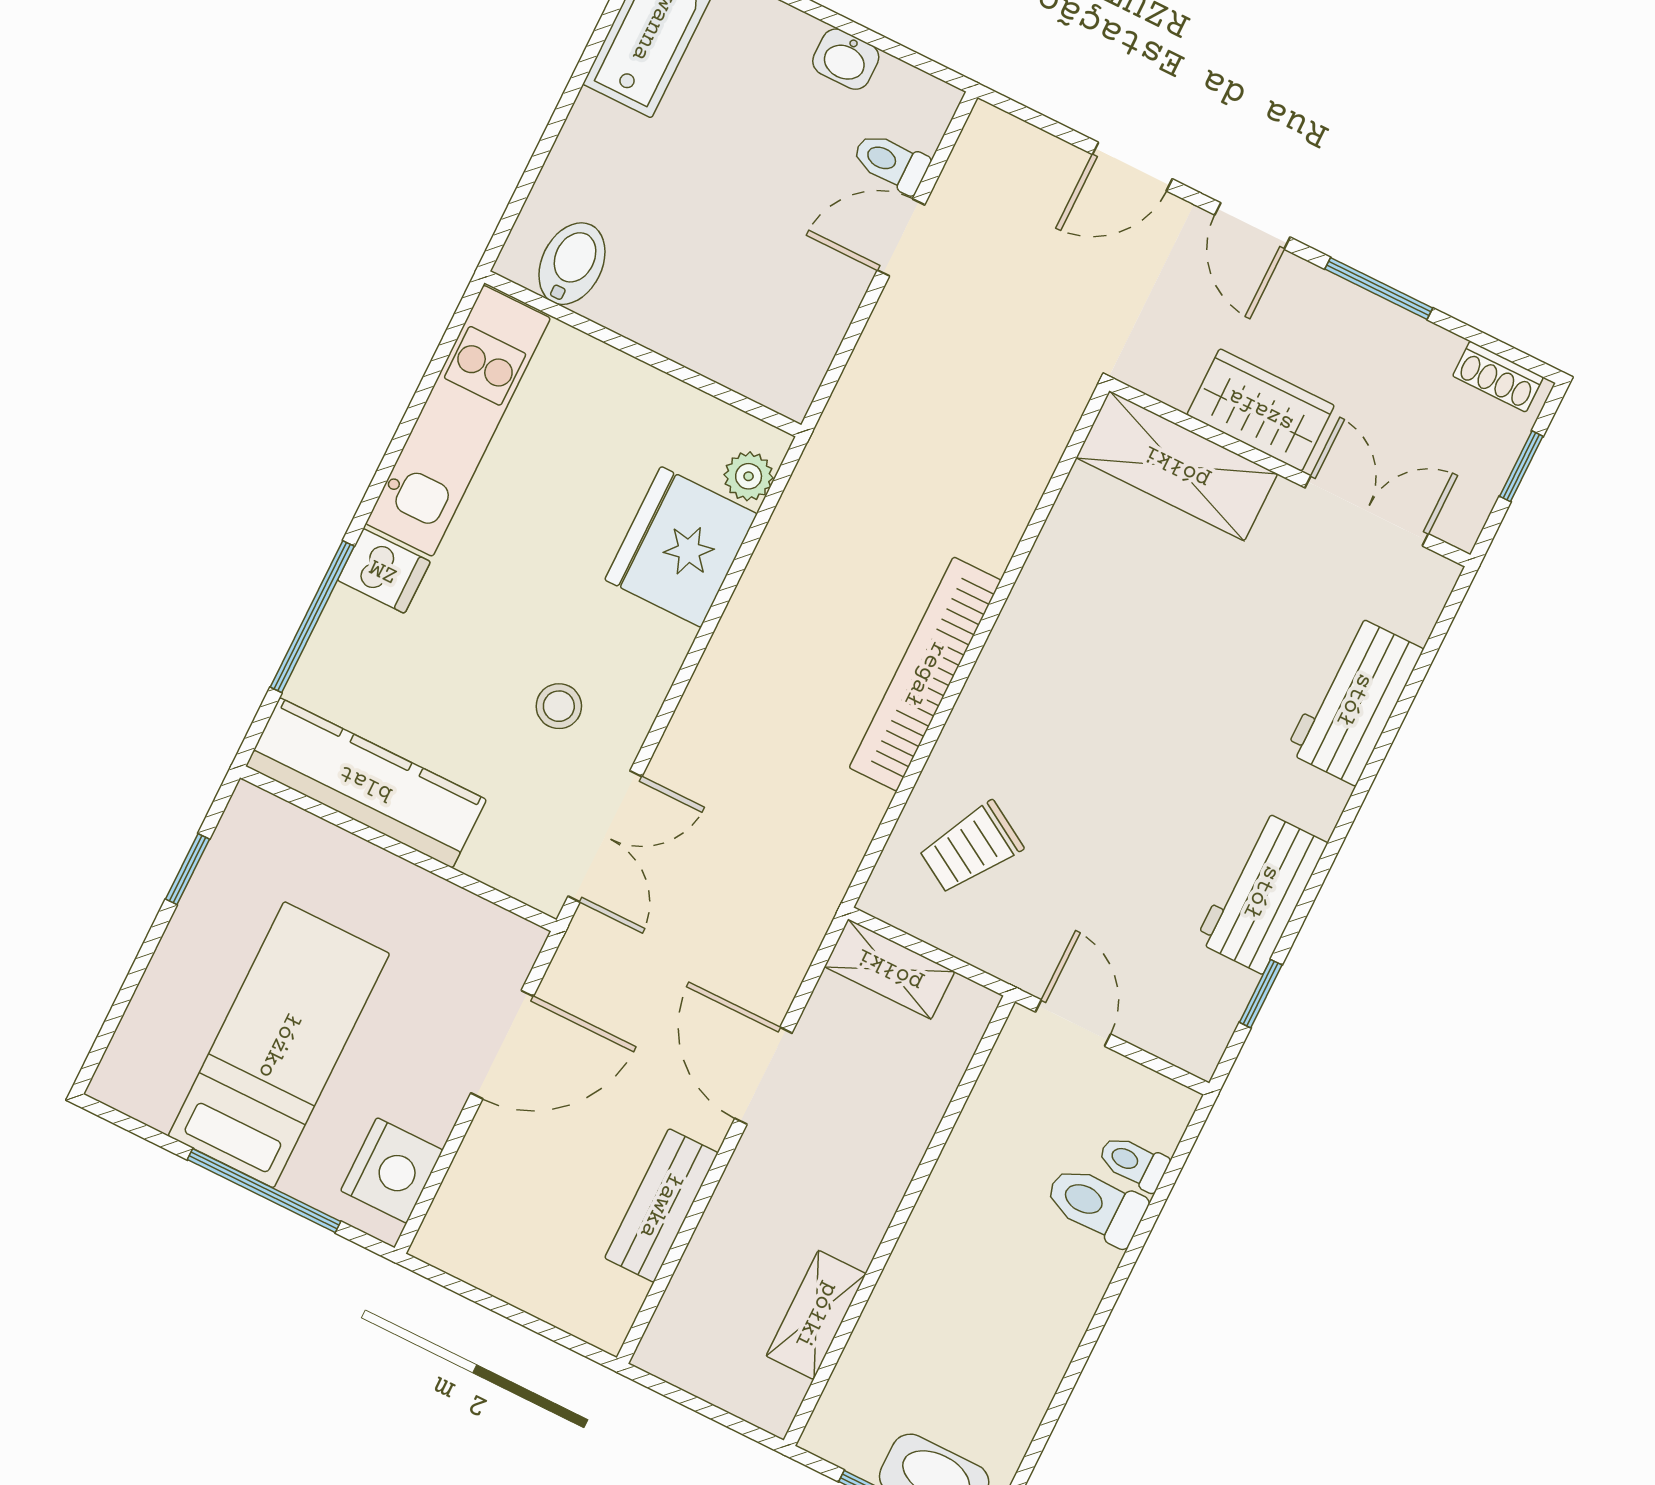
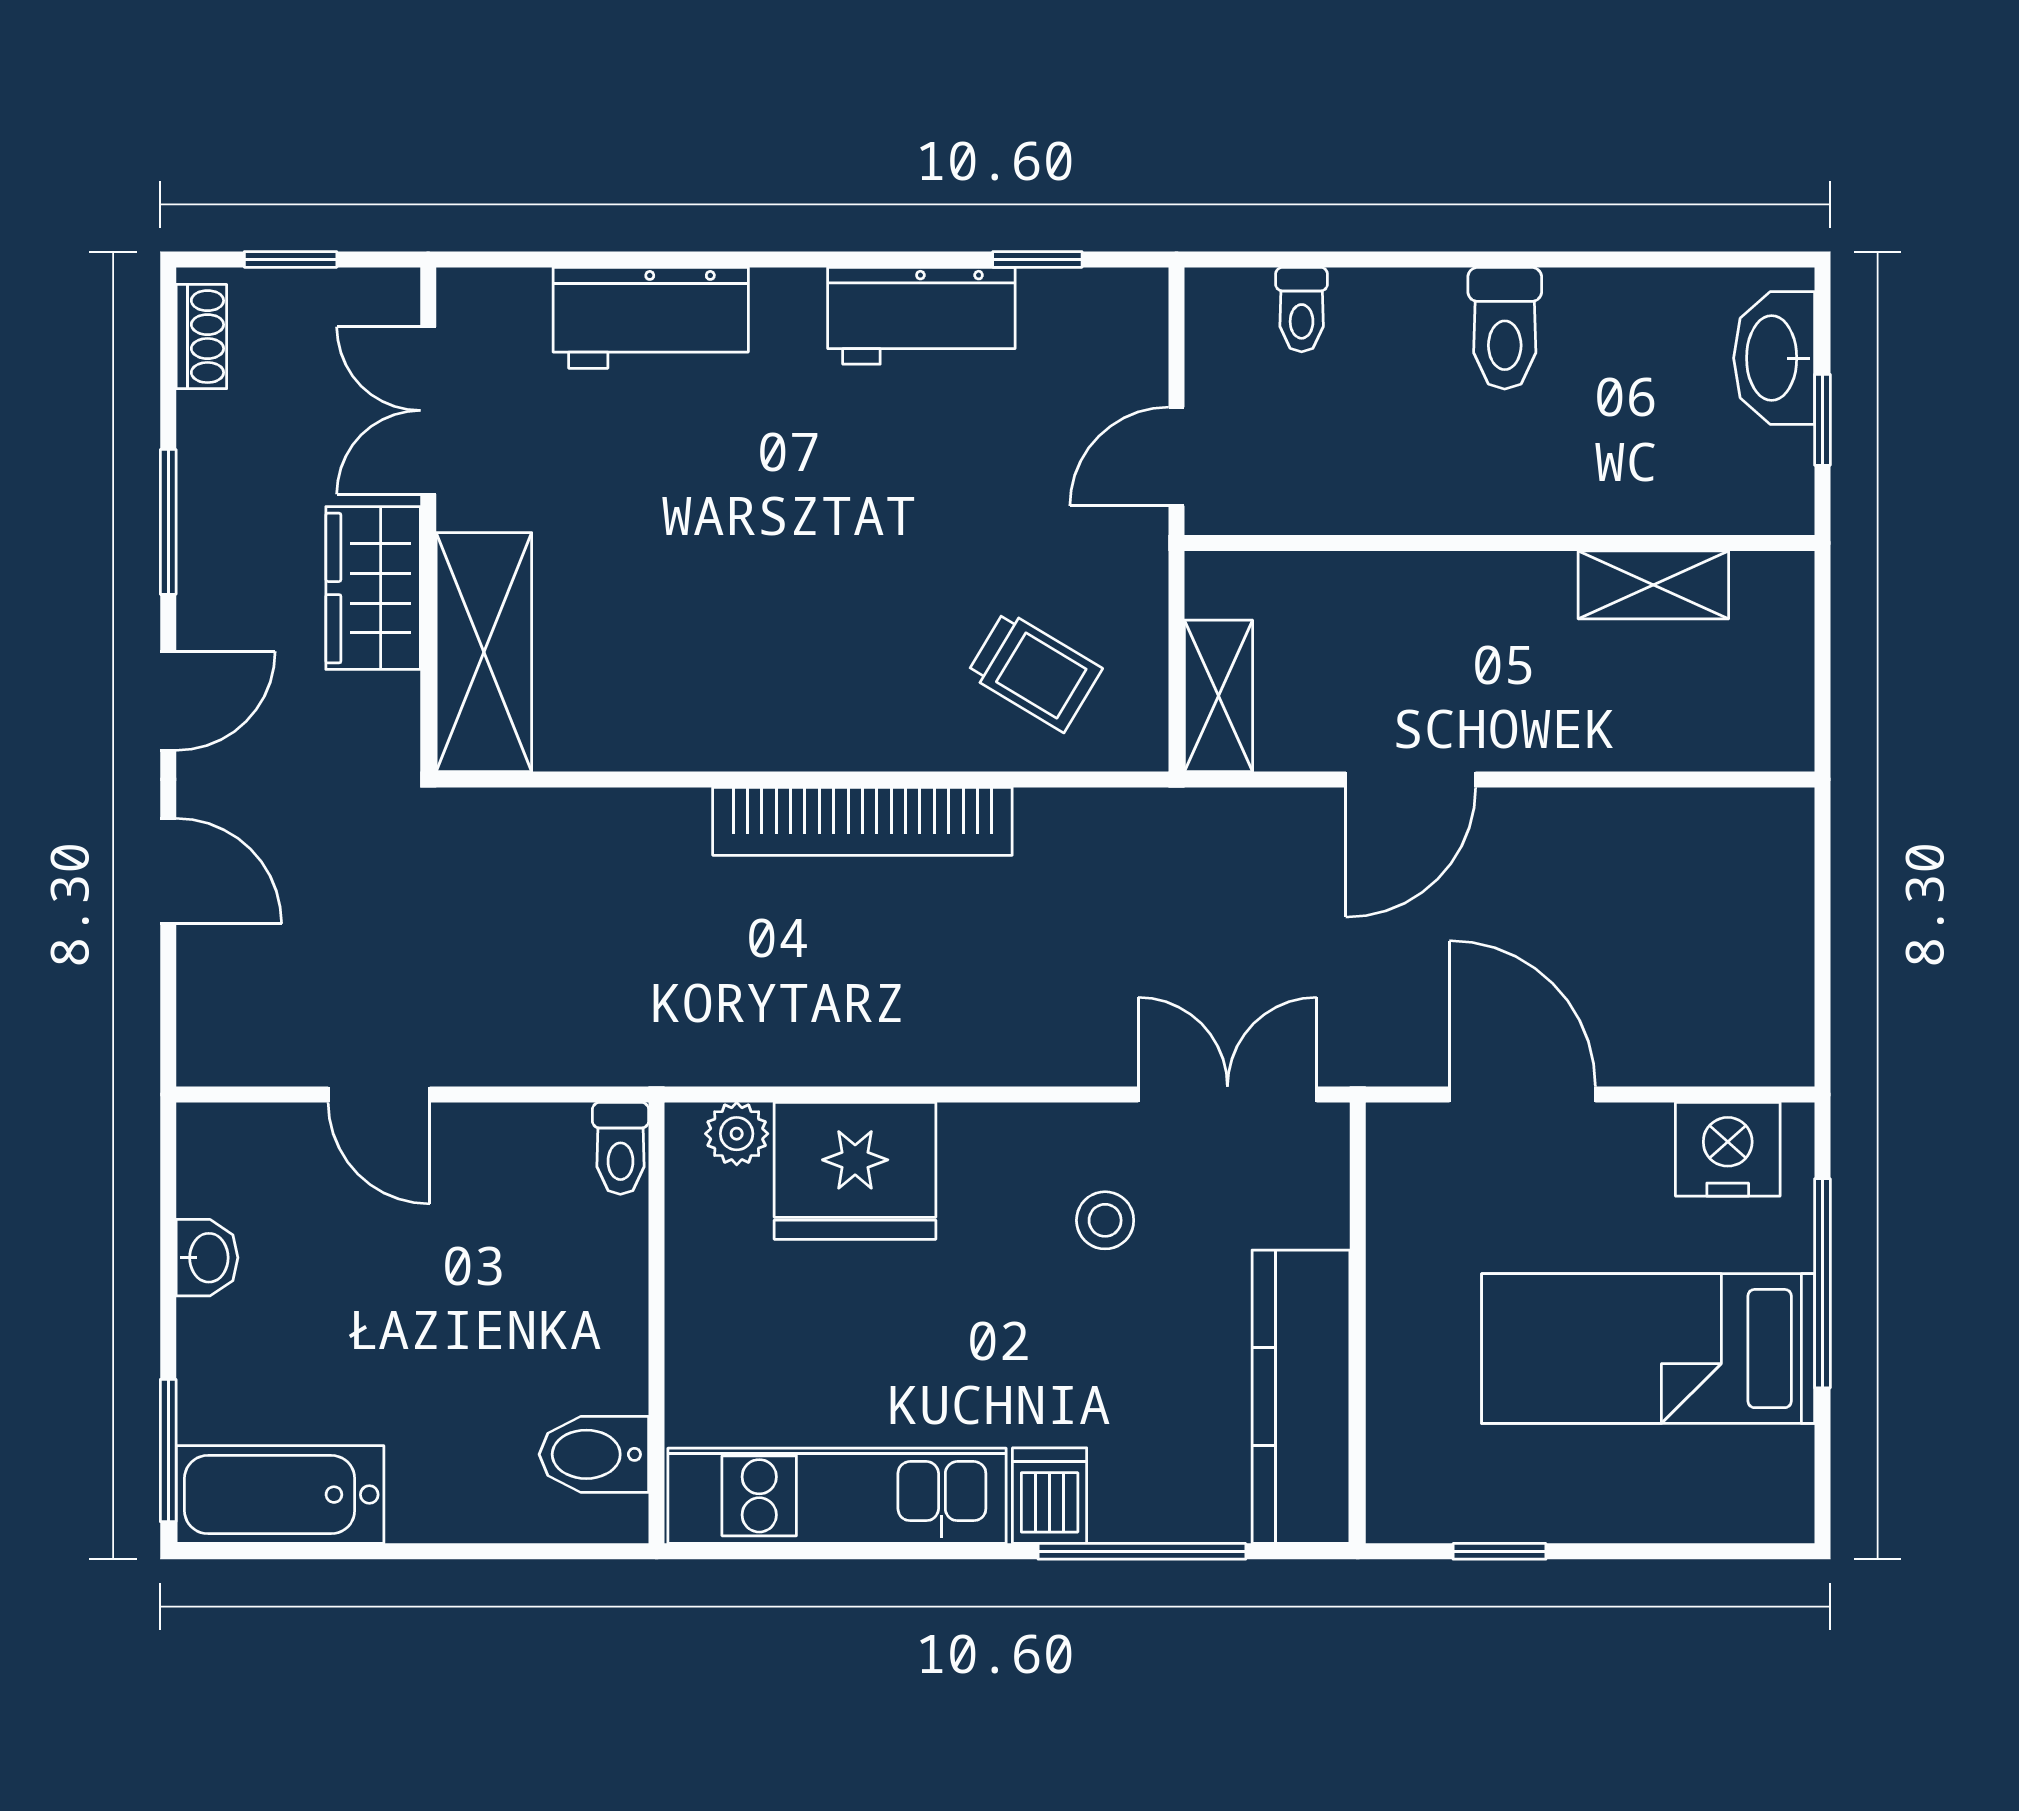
toilet: (891, 162) -> (620, 1148), moved
bench: (661, 1205) -> (1616, 822), removed
toilet: (1096, 1205) -> (1505, 328), moved

